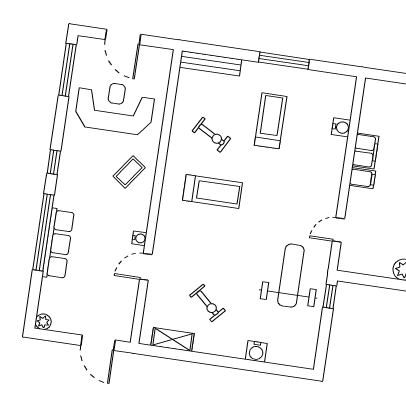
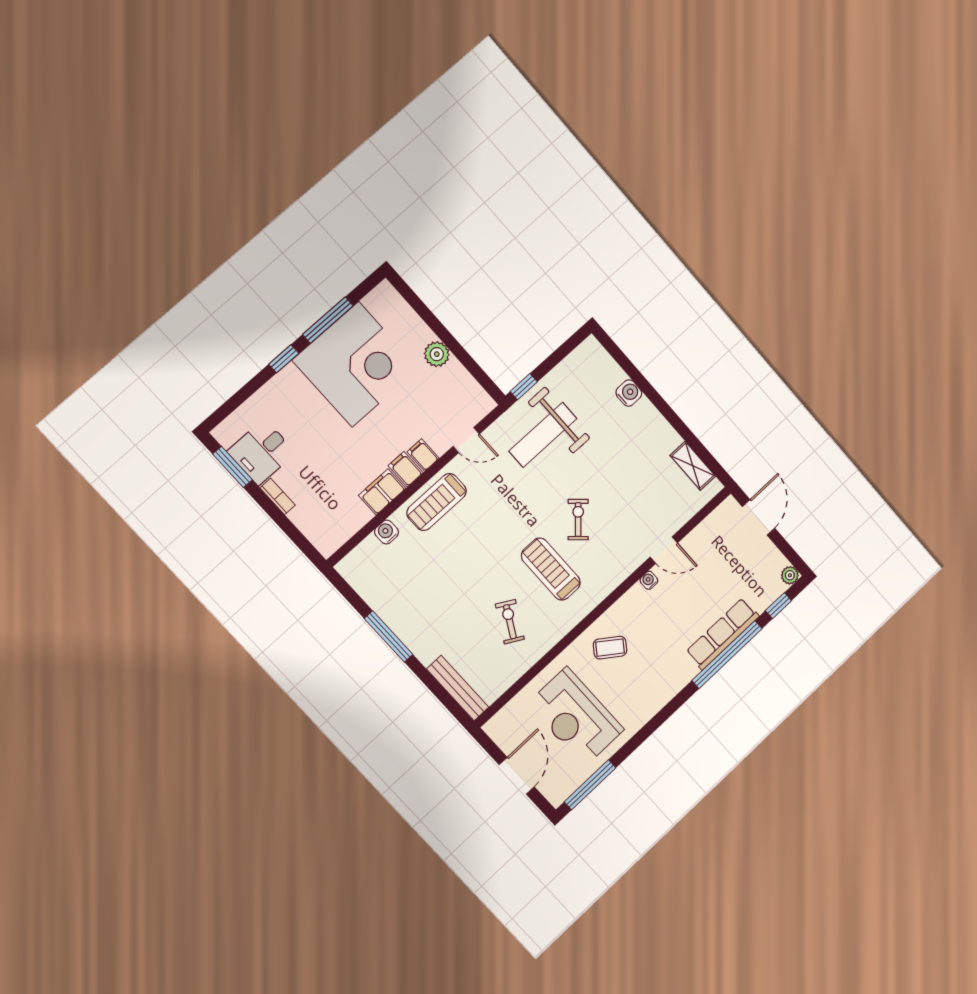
treadmill: (271, 121) -> (437, 502), moved
window: (54, 162) -> (778, 606), moved
filing cabinet: (359, 197) -> (423, 455), added
exercise bike: (207, 303) -> (578, 519), moved

